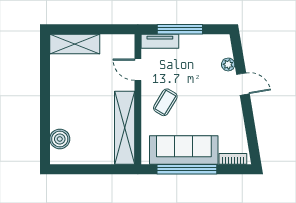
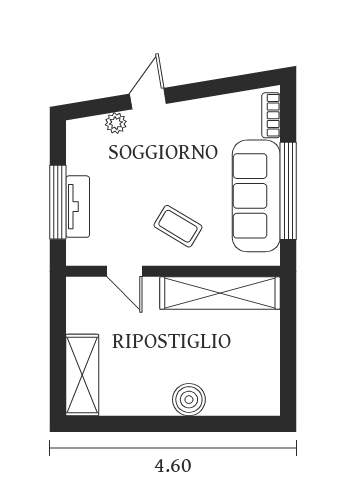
tv unit: (160, 41) -> (78, 207), moved
door: (138, 70) -> (124, 271), hinge flipped
boiler: (60, 139) -> (189, 400), moved

